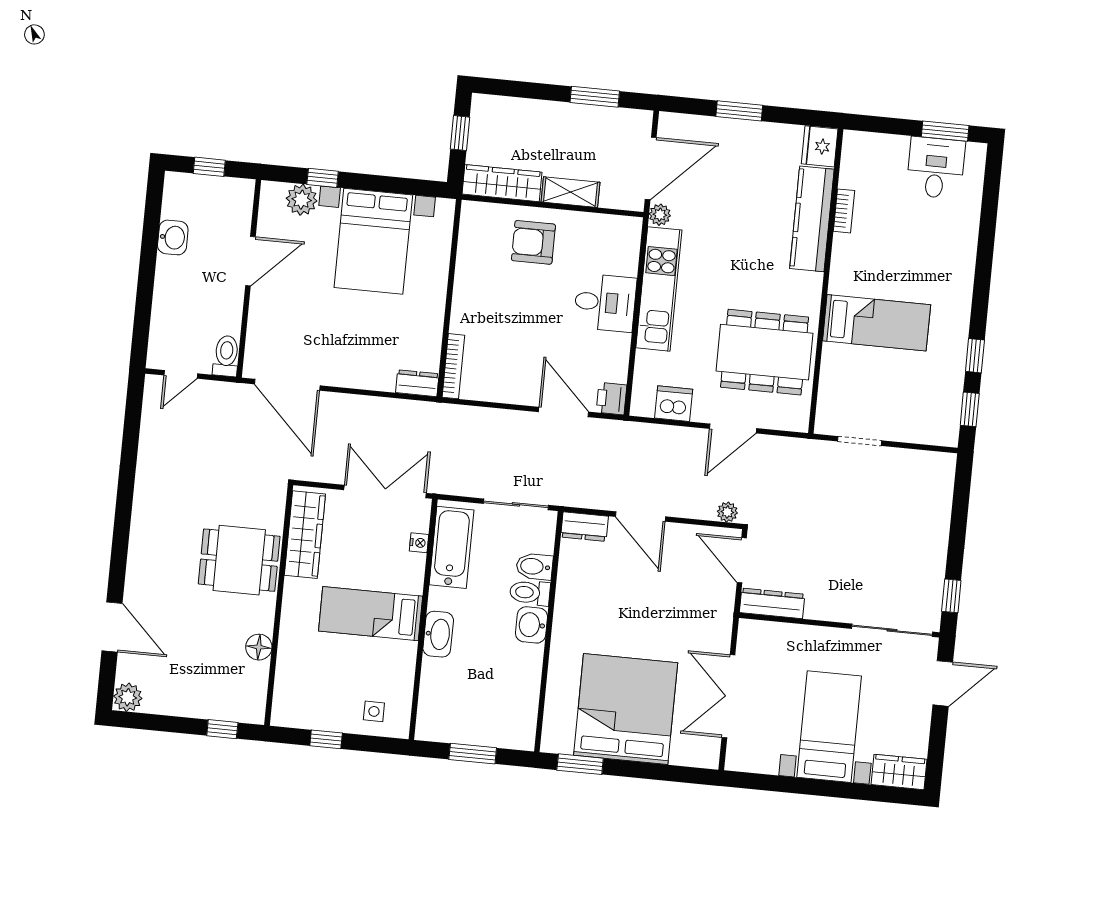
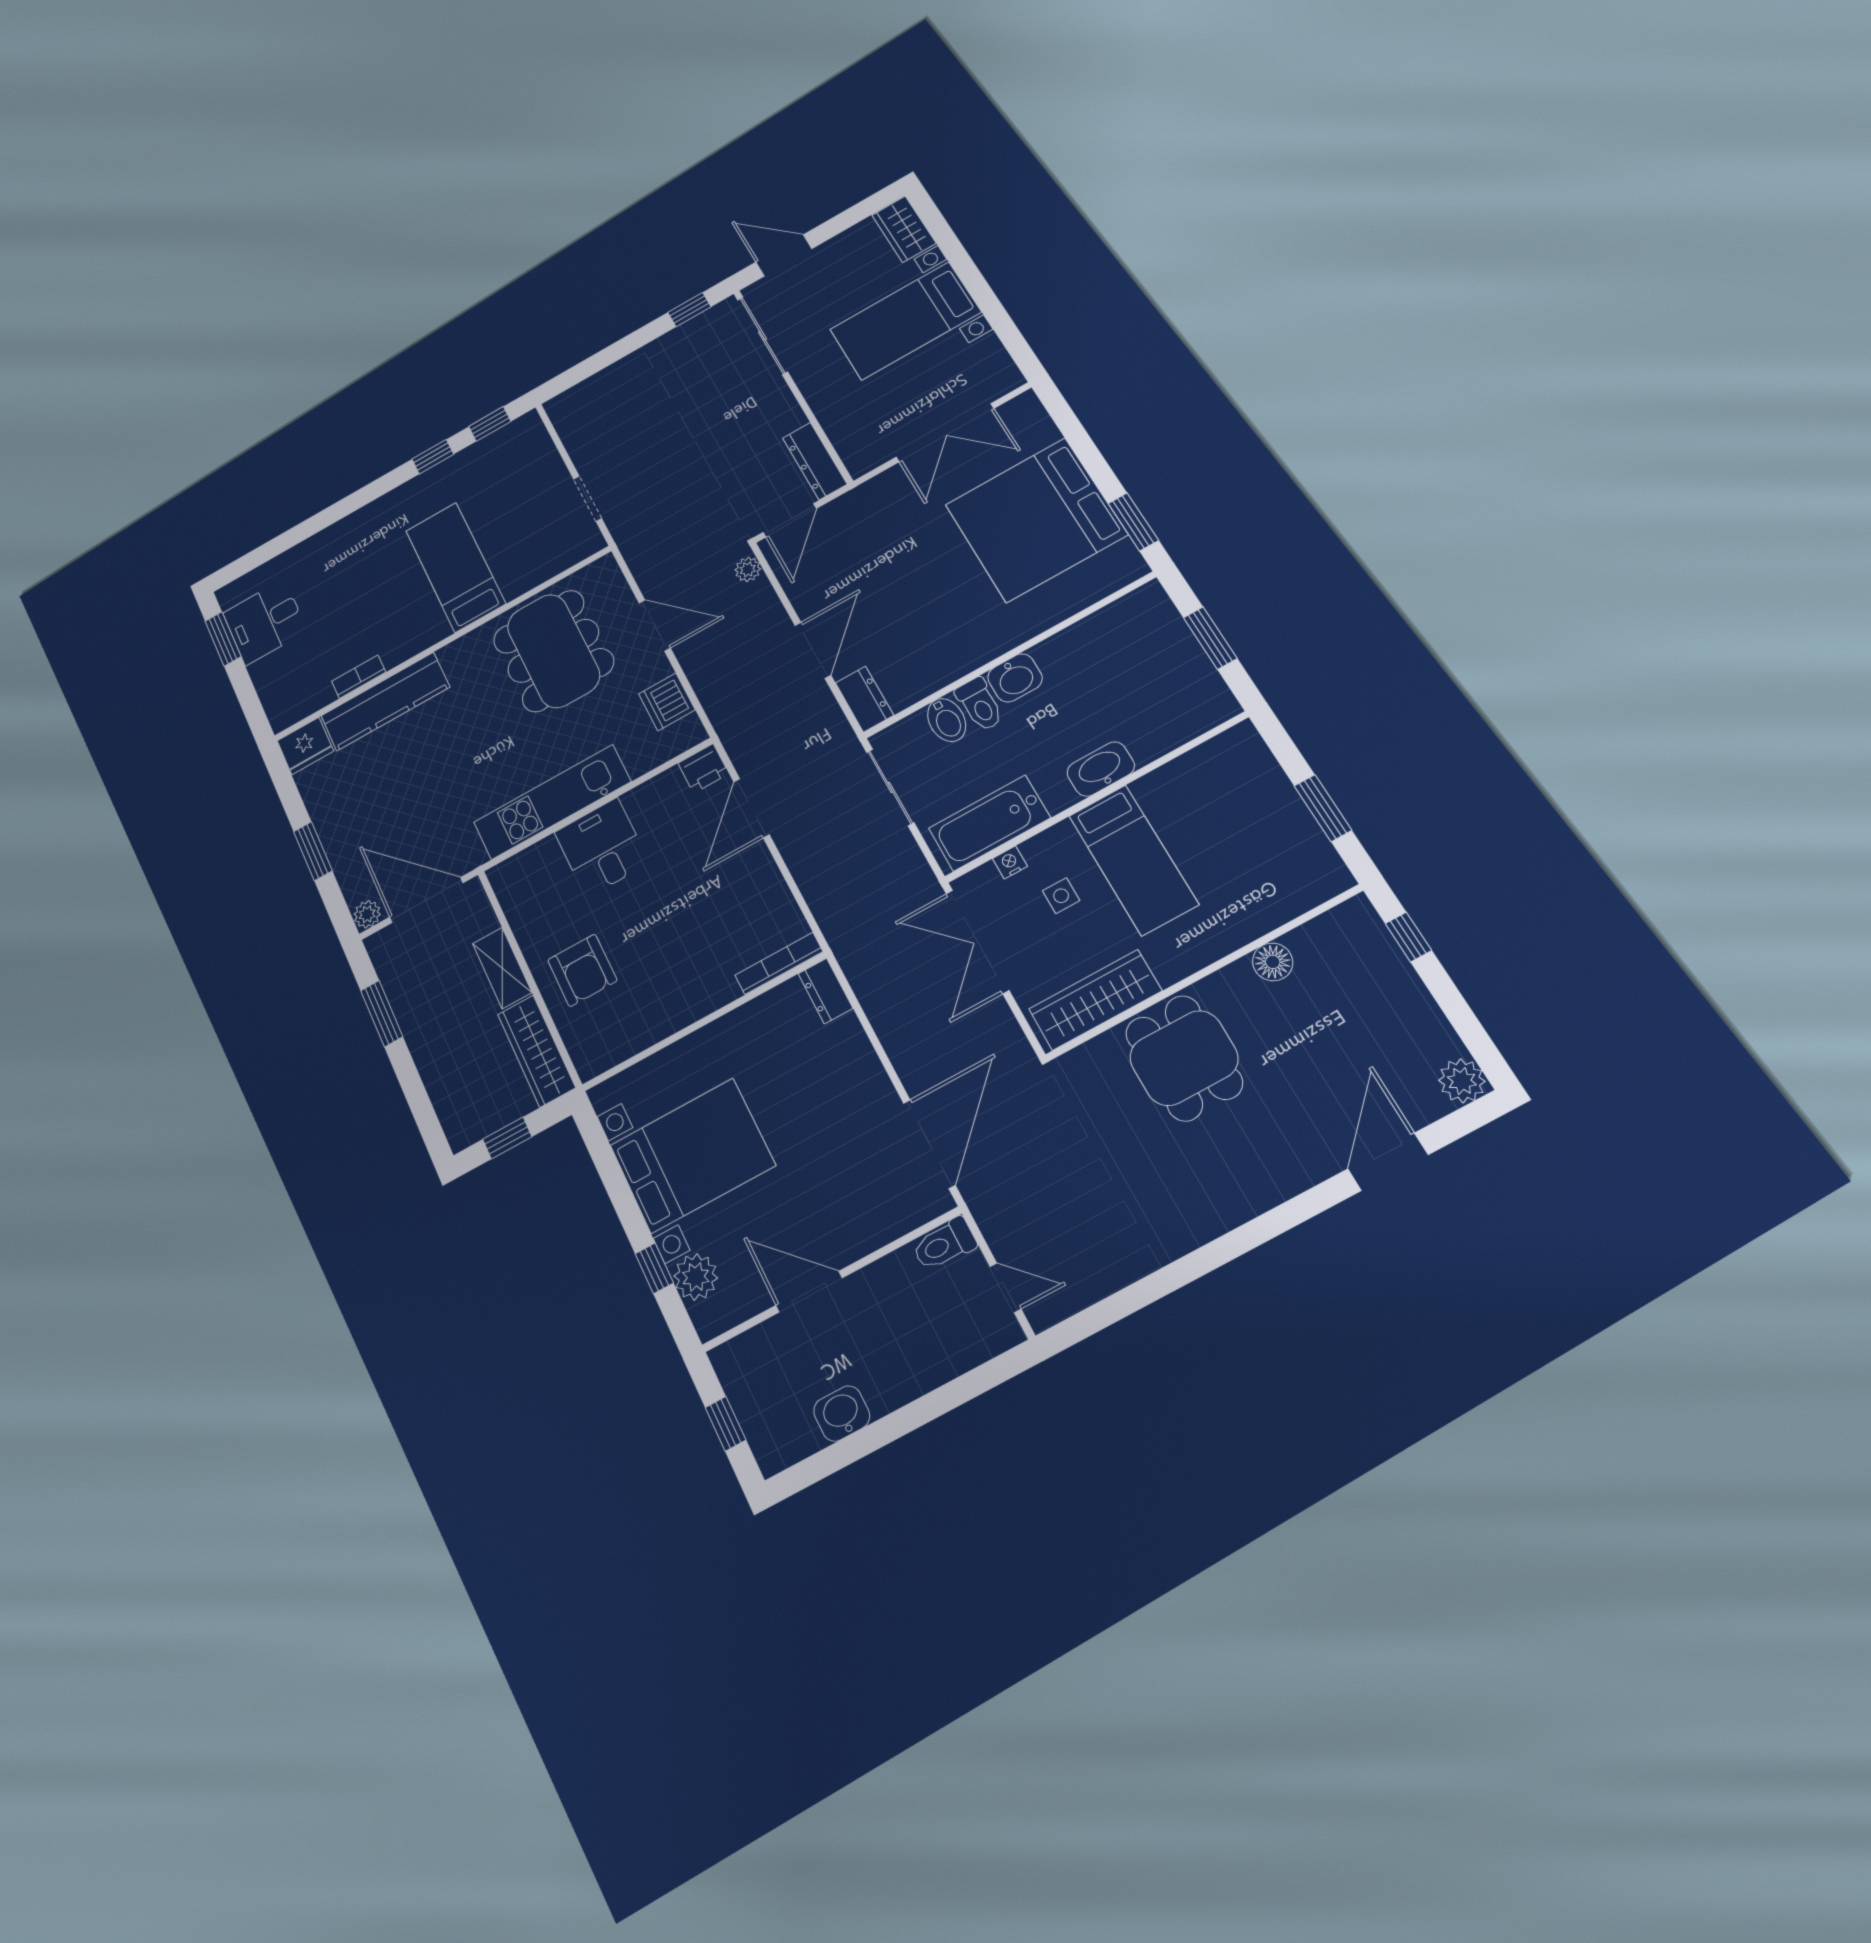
plant: (660, 215) -> (367, 914), moved
side table: (374, 711) -> (1061, 896), moved
window: (326, 739) -> (1323, 808), width x1.50

